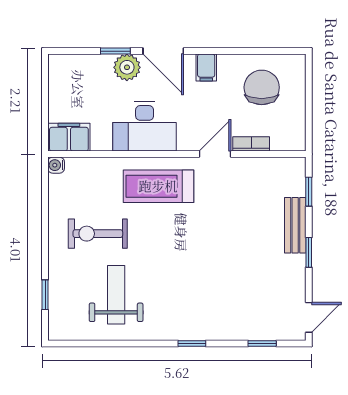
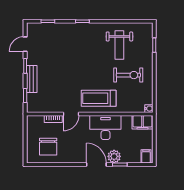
filing cabinet: (206, 67) -> (146, 156), moved
treadmill: (158, 186) -> (99, 98), turned 180
door: (309, 317) -> (25, 44), moved

